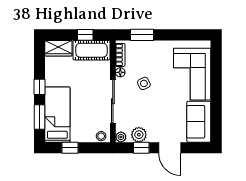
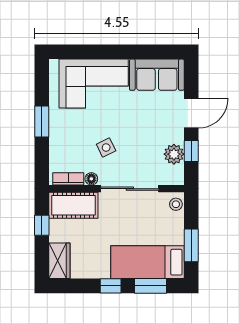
window: (142, 35) -> (42, 122), moved
cot: (92, 50) -> (73, 205), moved, turned 90
plant: (121, 137) -> (177, 178), removed
window: (70, 148) -> (191, 245), width x1.50

